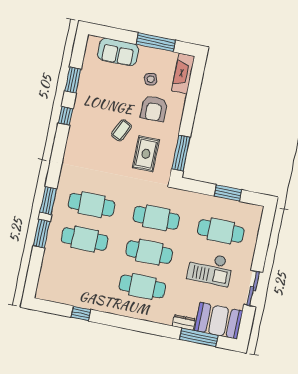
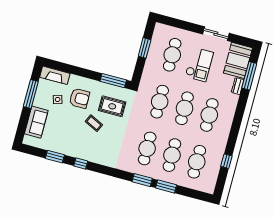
cafe table: (78, 273) -> (197, 162), added

